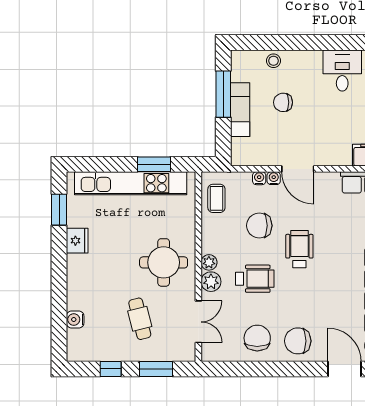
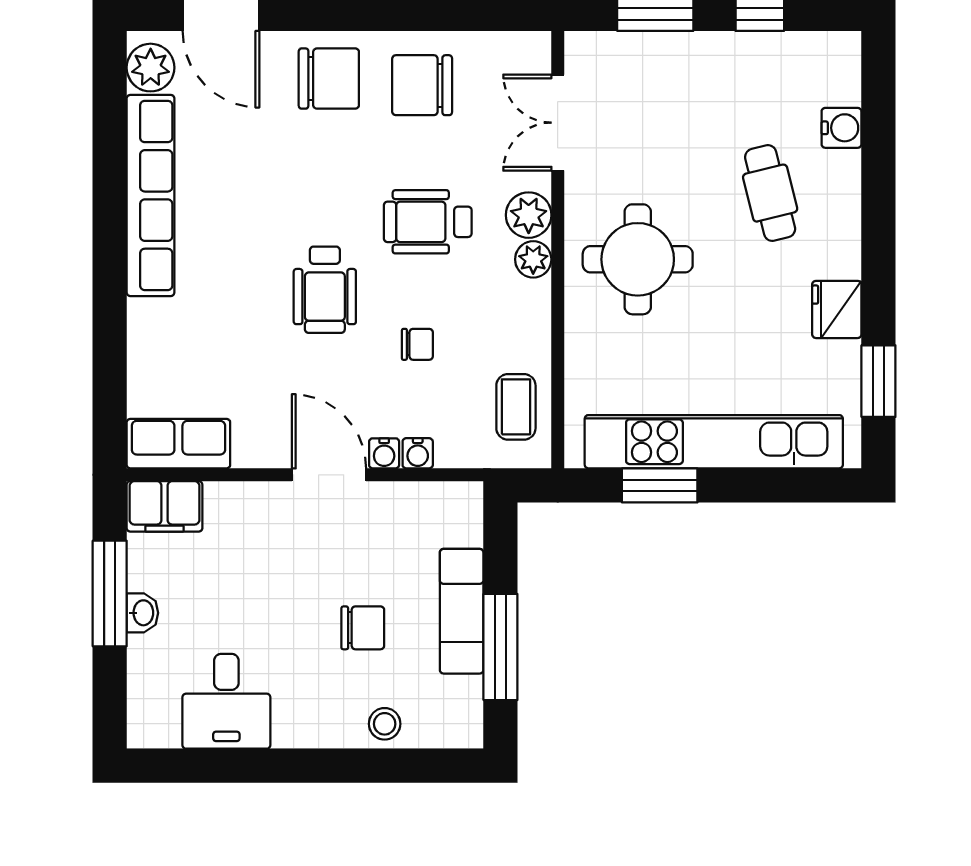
chair: (259, 226) -> (417, 344), width x0.54, depth x0.54
cafe table: (140, 319) -> (770, 193), moved
chair: (257, 338) -> (422, 85), turned 90

